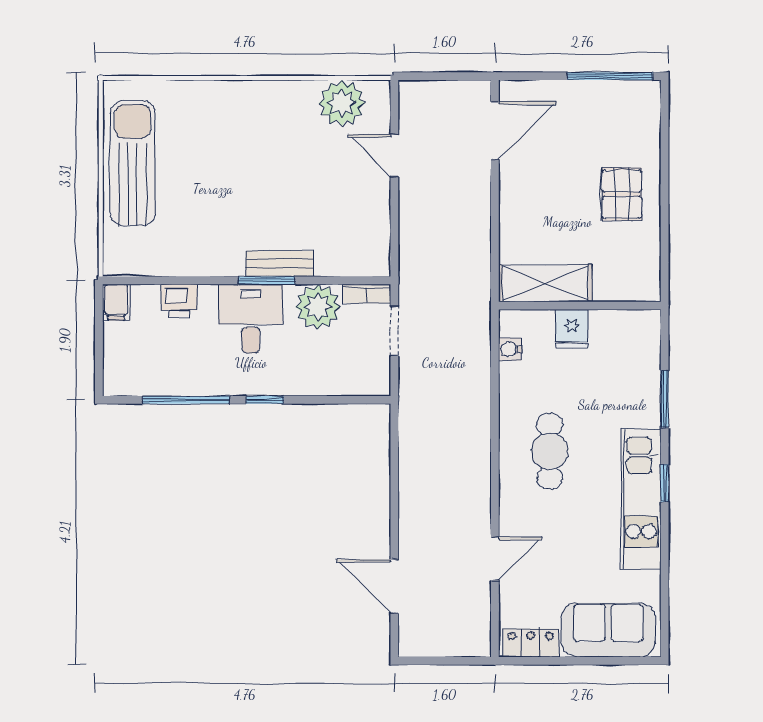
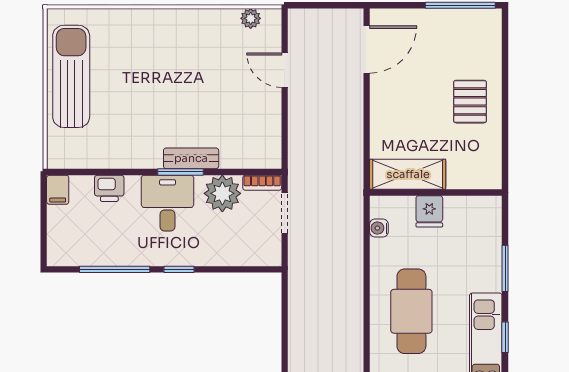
plant: (342, 103) -> (251, 18), width x0.53, depth x0.53
cafe table: (550, 451) -> (411, 311), width x1.37, depth x1.35

